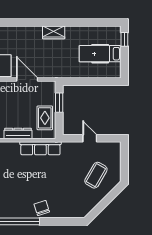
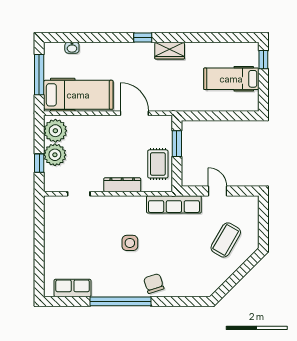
window: (33, 23) -> (143, 38), added
row of seats: (40, 148) -> (174, 204), moved
side table: (24, 177) -> (130, 243), added

